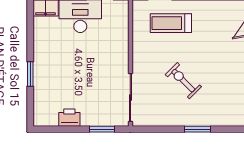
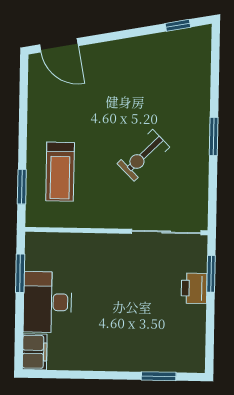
window: (30, 74) -> (159, 376), moved
printer: (69, 118) -> (194, 288), moved

